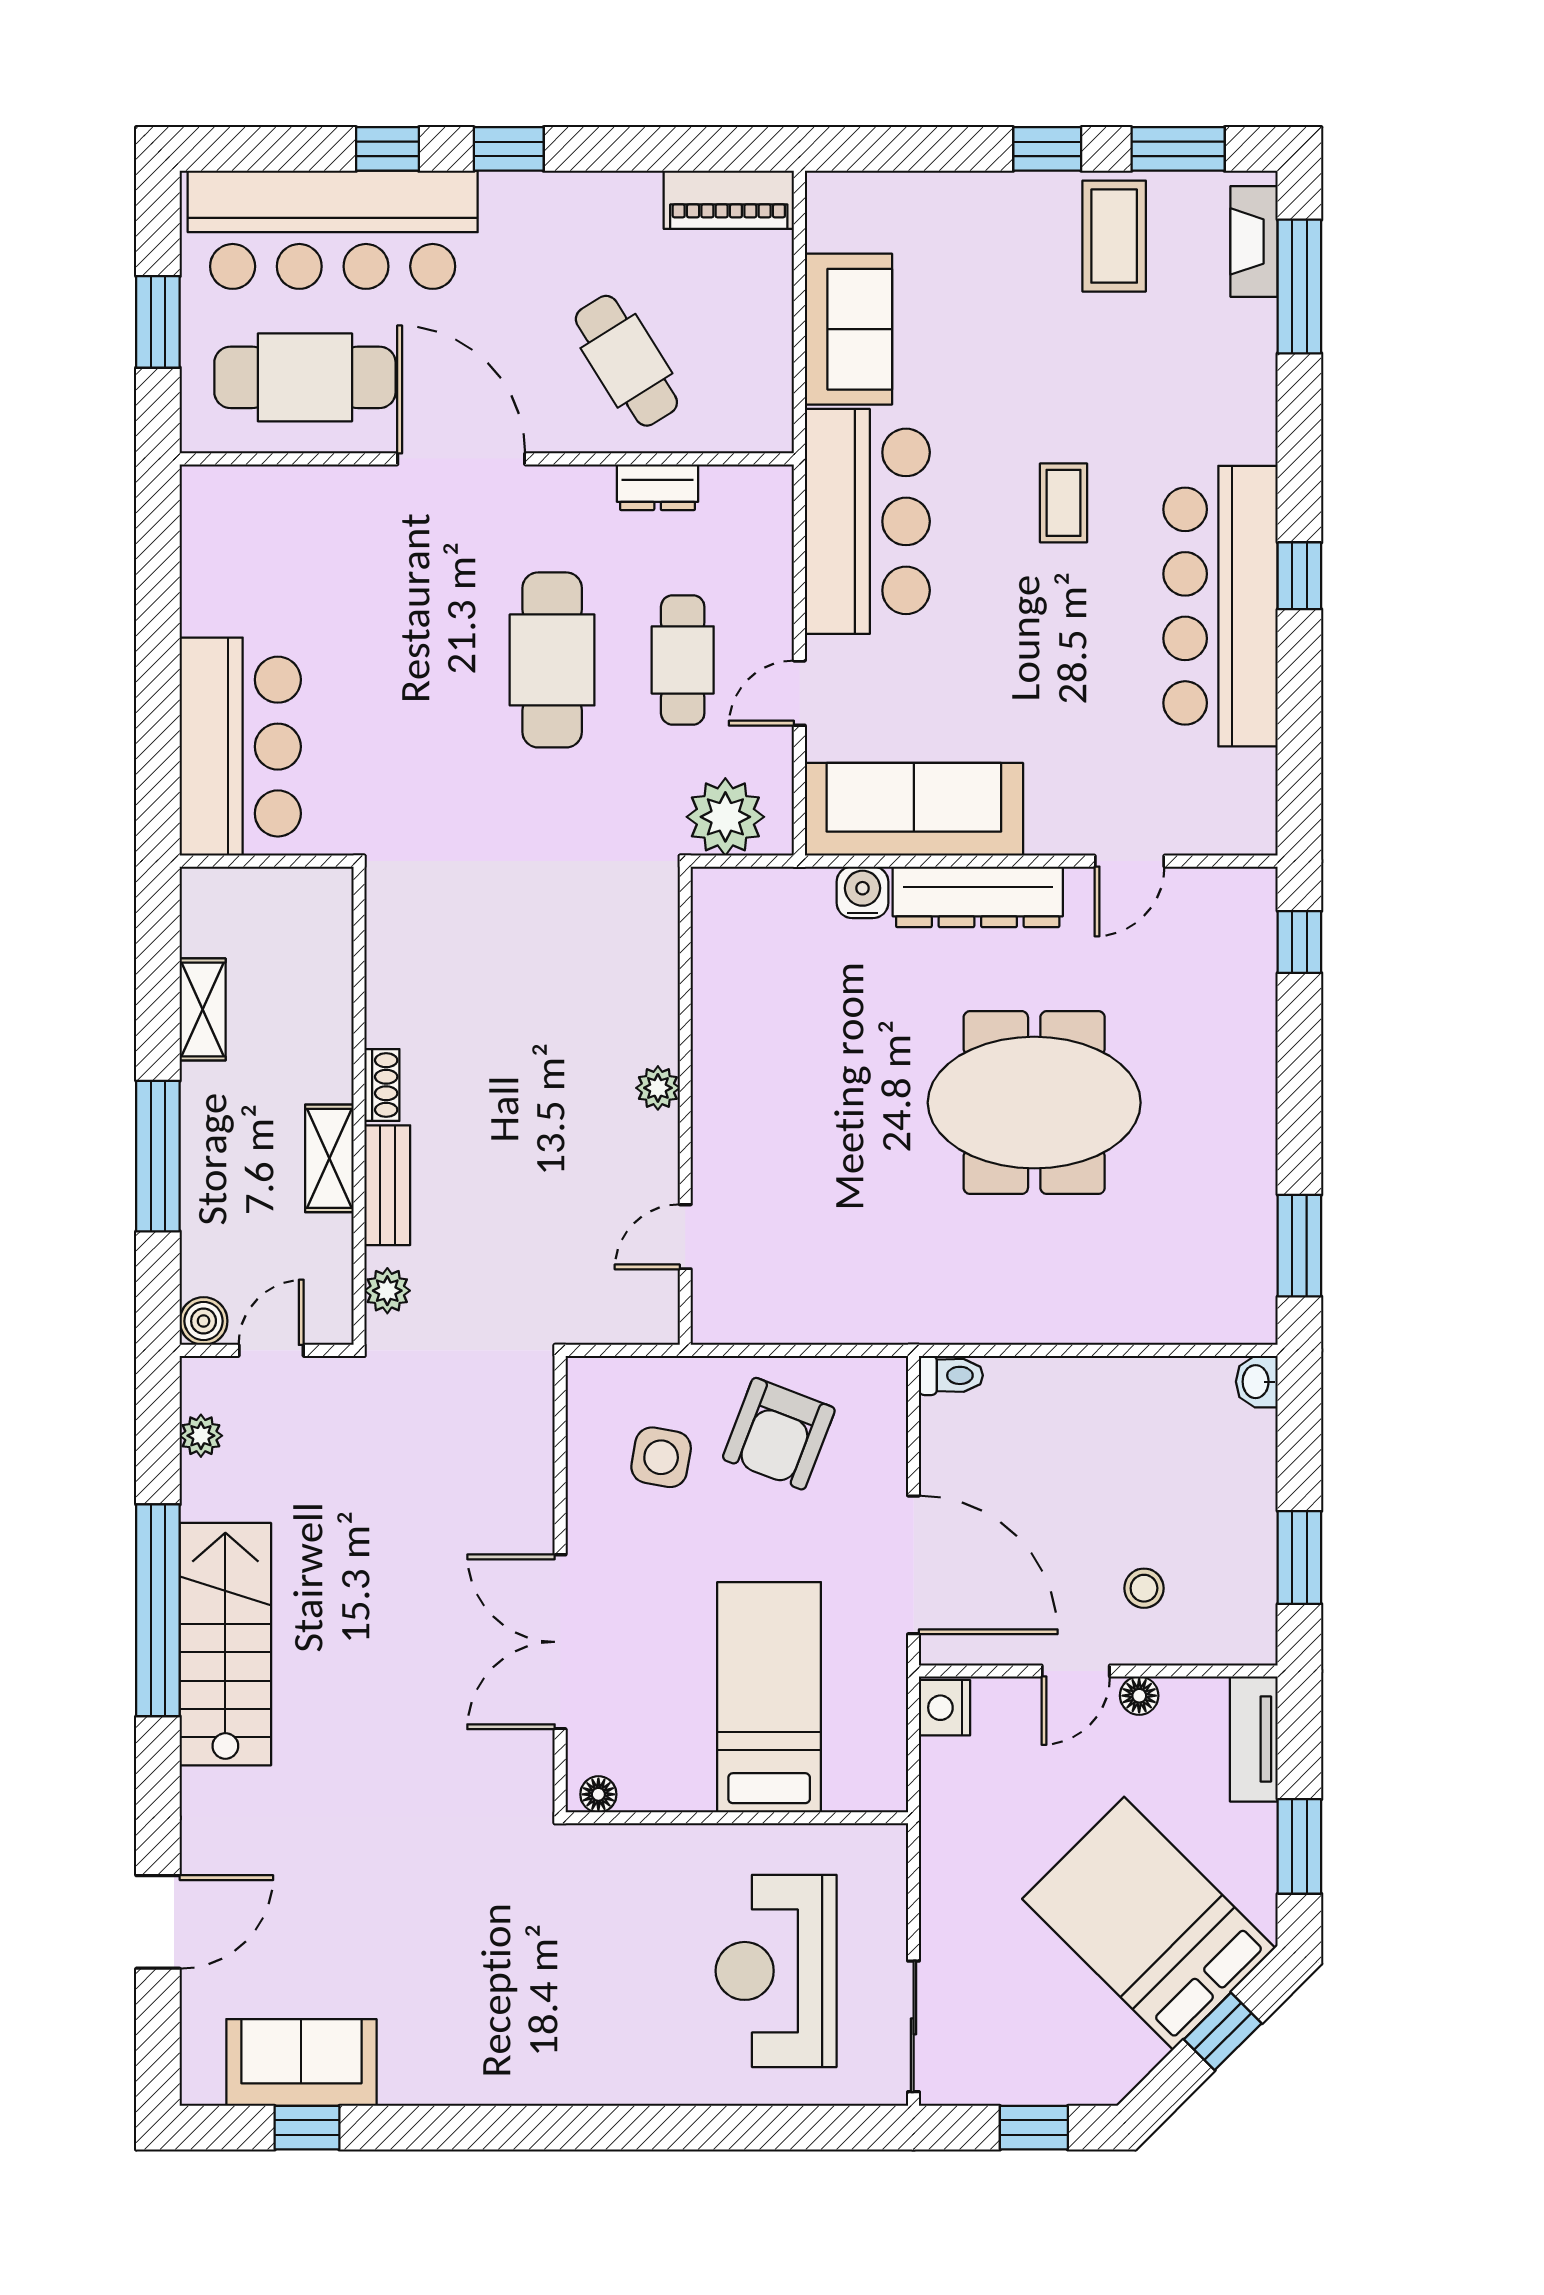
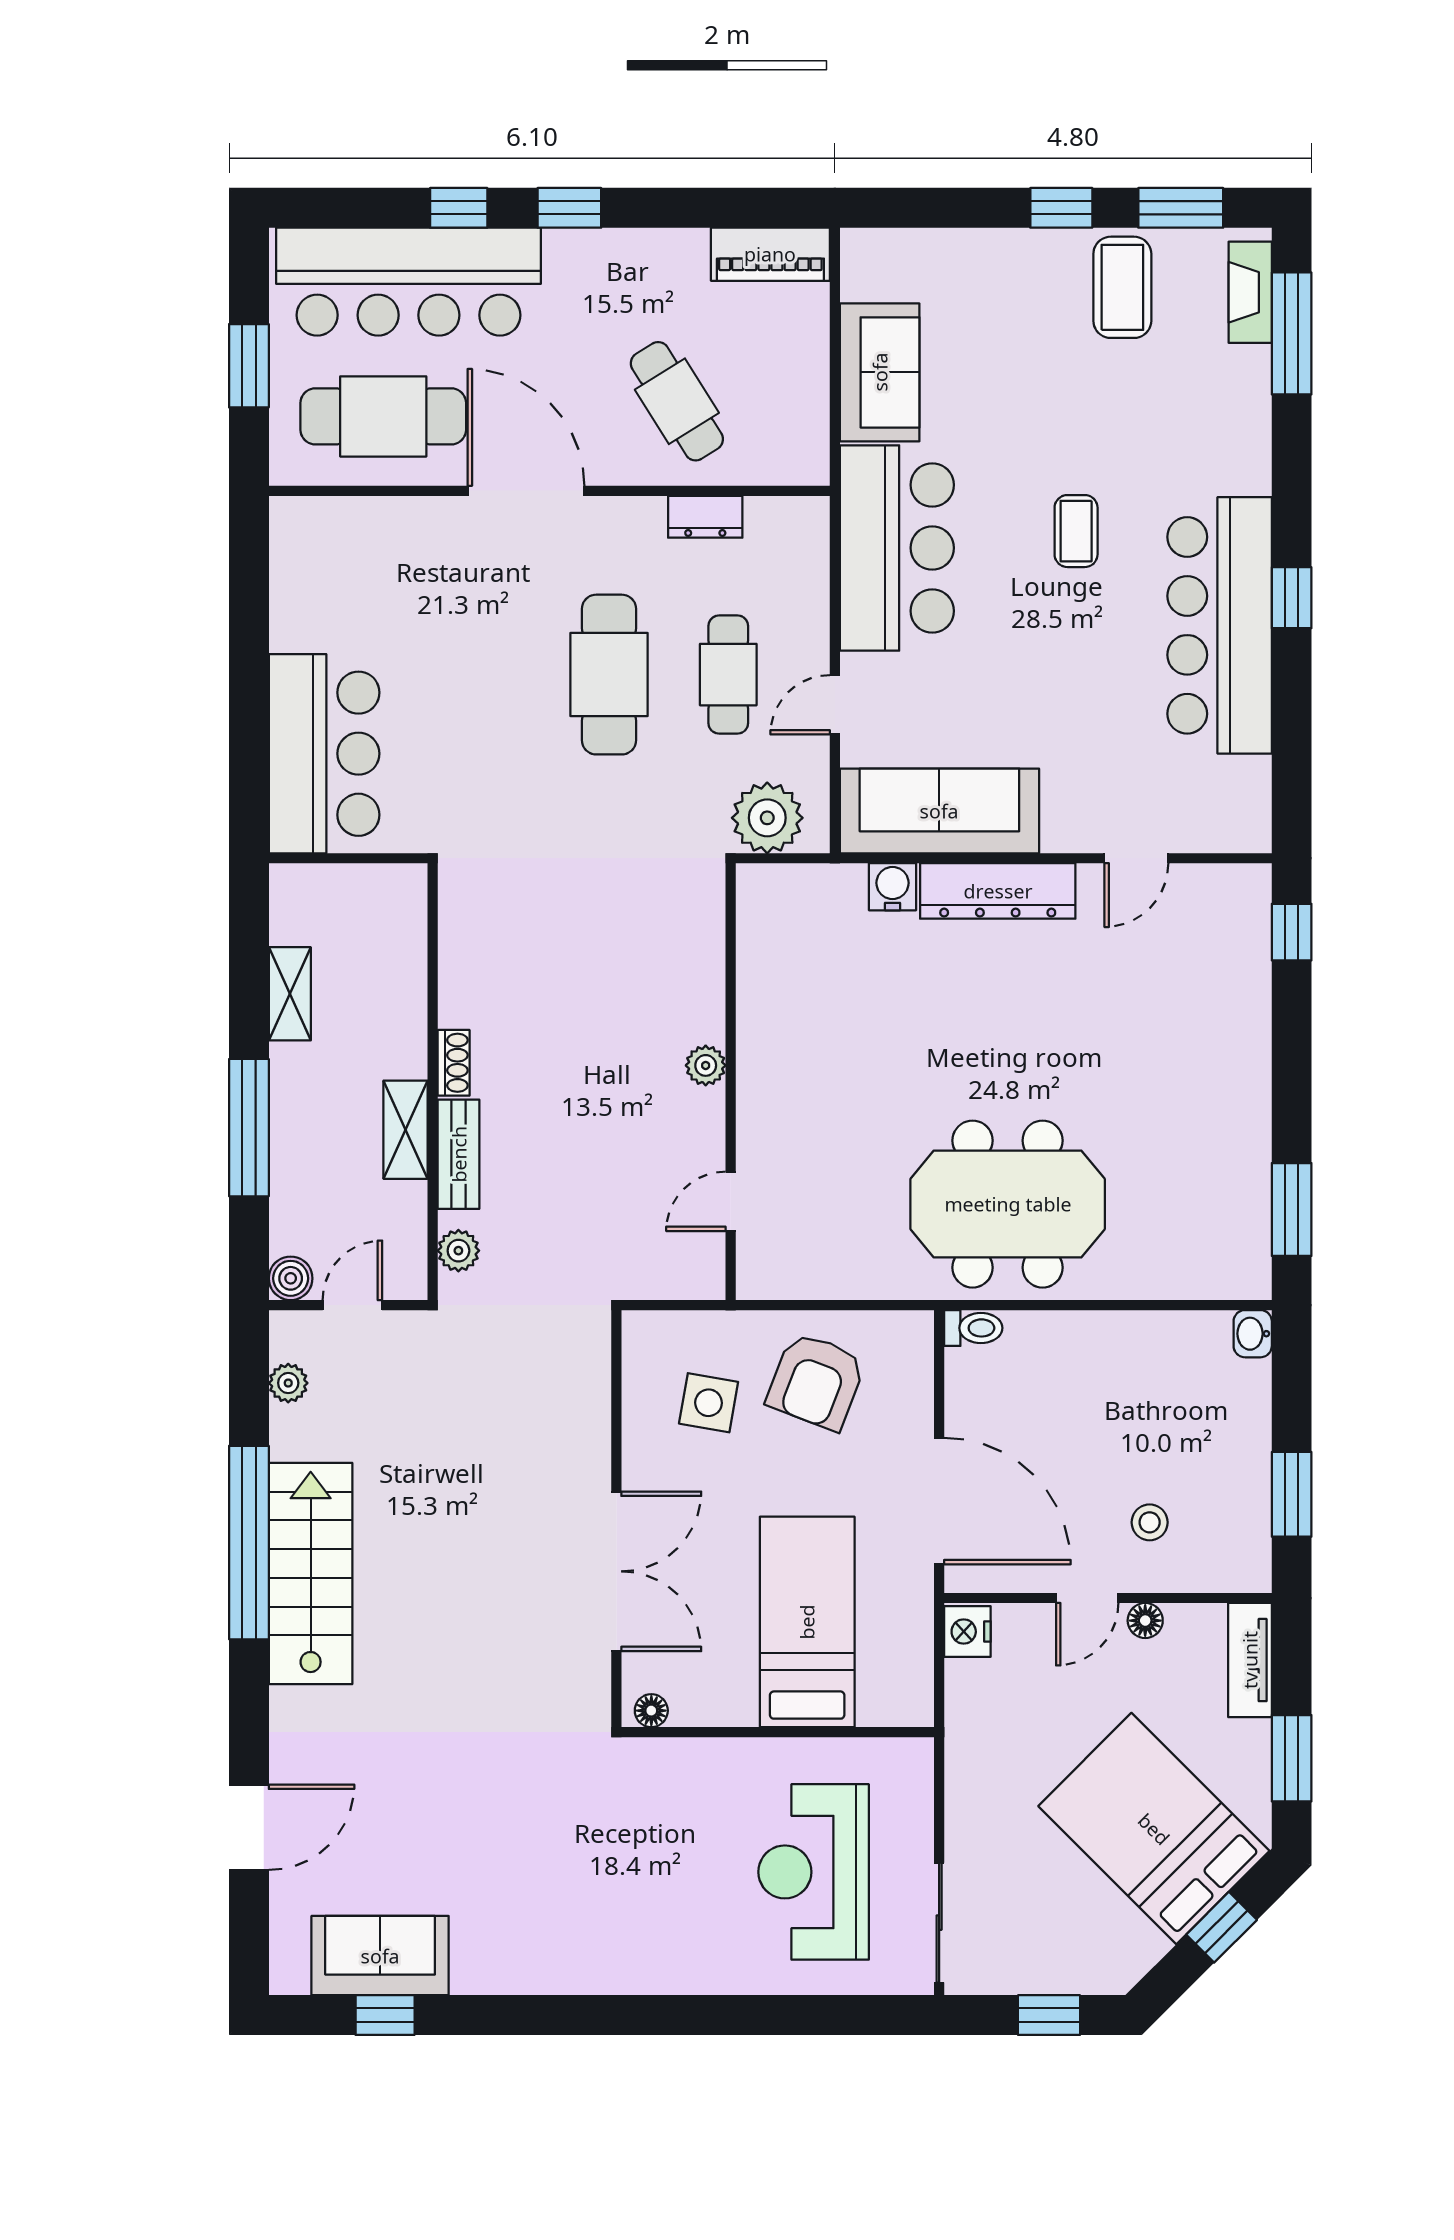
meeting table: (1034, 1103) -> (1008, 1204), moved
double door: (560, 1642) -> (616, 1571), swing flipped

